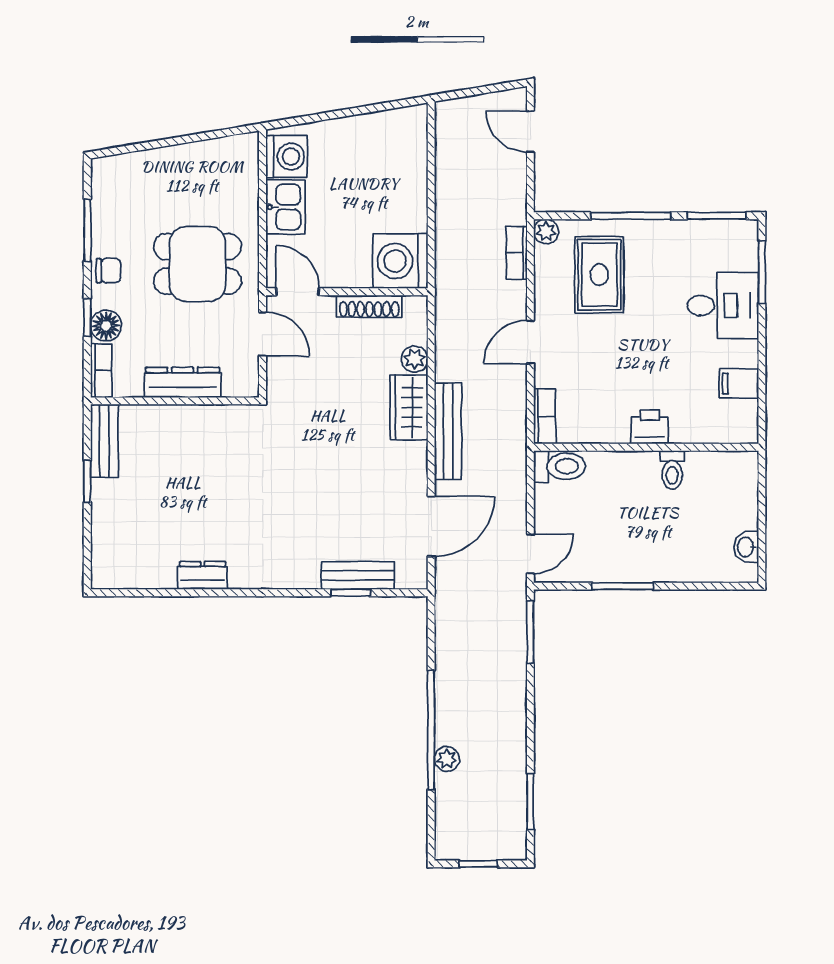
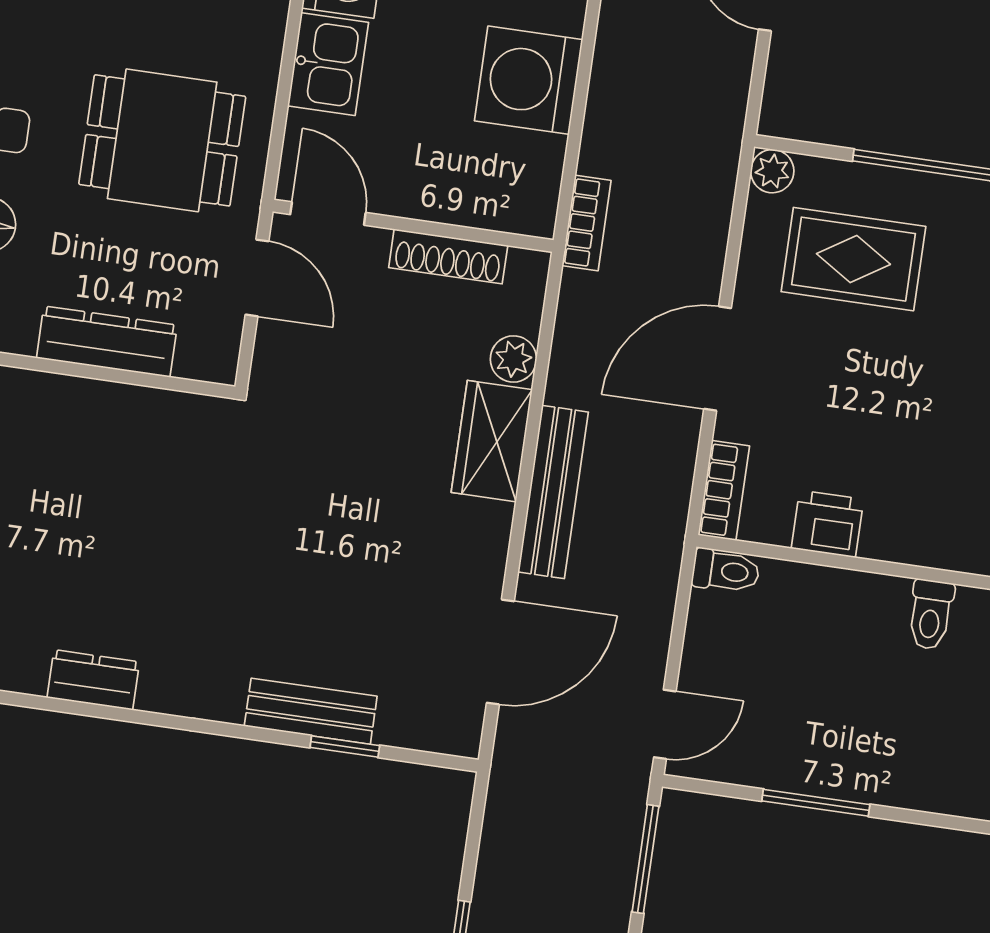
bookcase: (517, 253) -> (586, 223), moved, turned 180
washing machine: (400, 261) -> (529, 80), moved
rug: (599, 275) -> (853, 259), turned 90
door: (530, 342) -> (718, 358), width x1.37
printer: (650, 427) -> (828, 524), moved
toilet: (560, 466) -> (726, 571), width x0.73, depth x0.72
bench: (358, 575) -> (311, 711), moved

